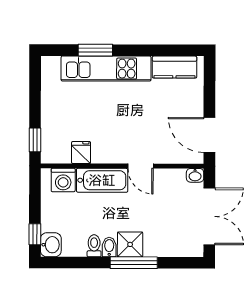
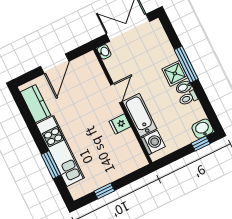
door: (209, 135) -> (55, 64), moved
window: (35, 140) -> (104, 191), moved
fridge: (81, 152) -> (120, 124), moved

